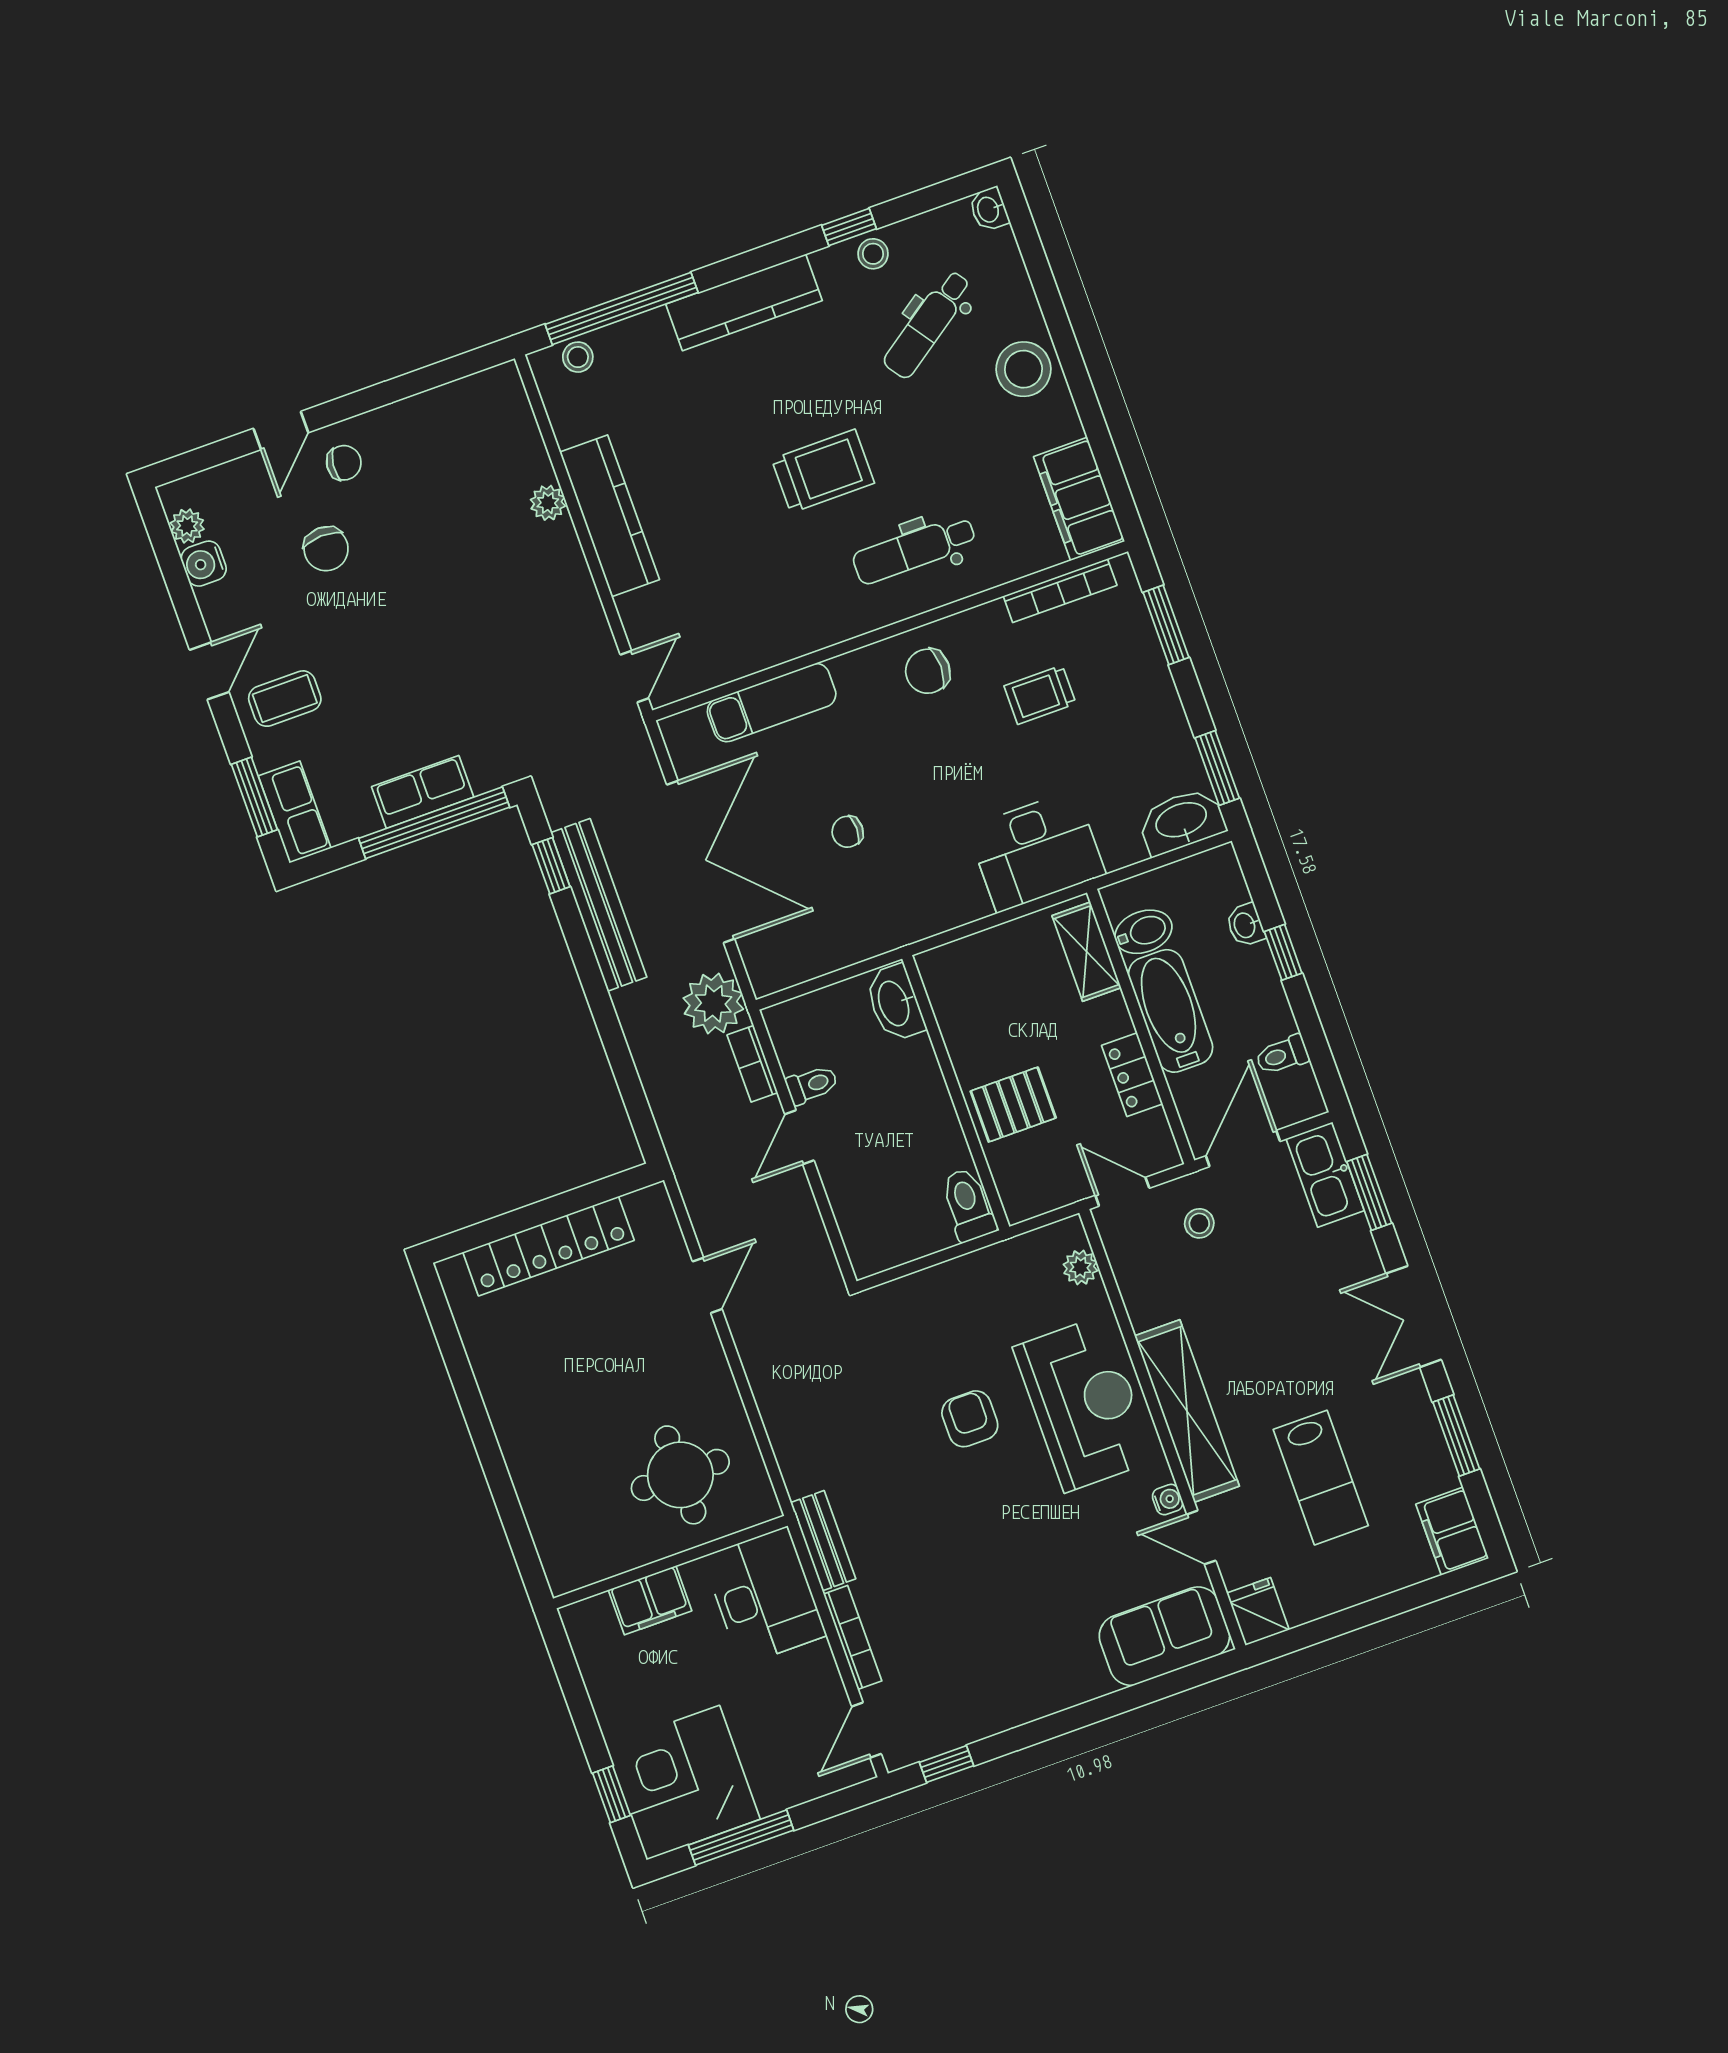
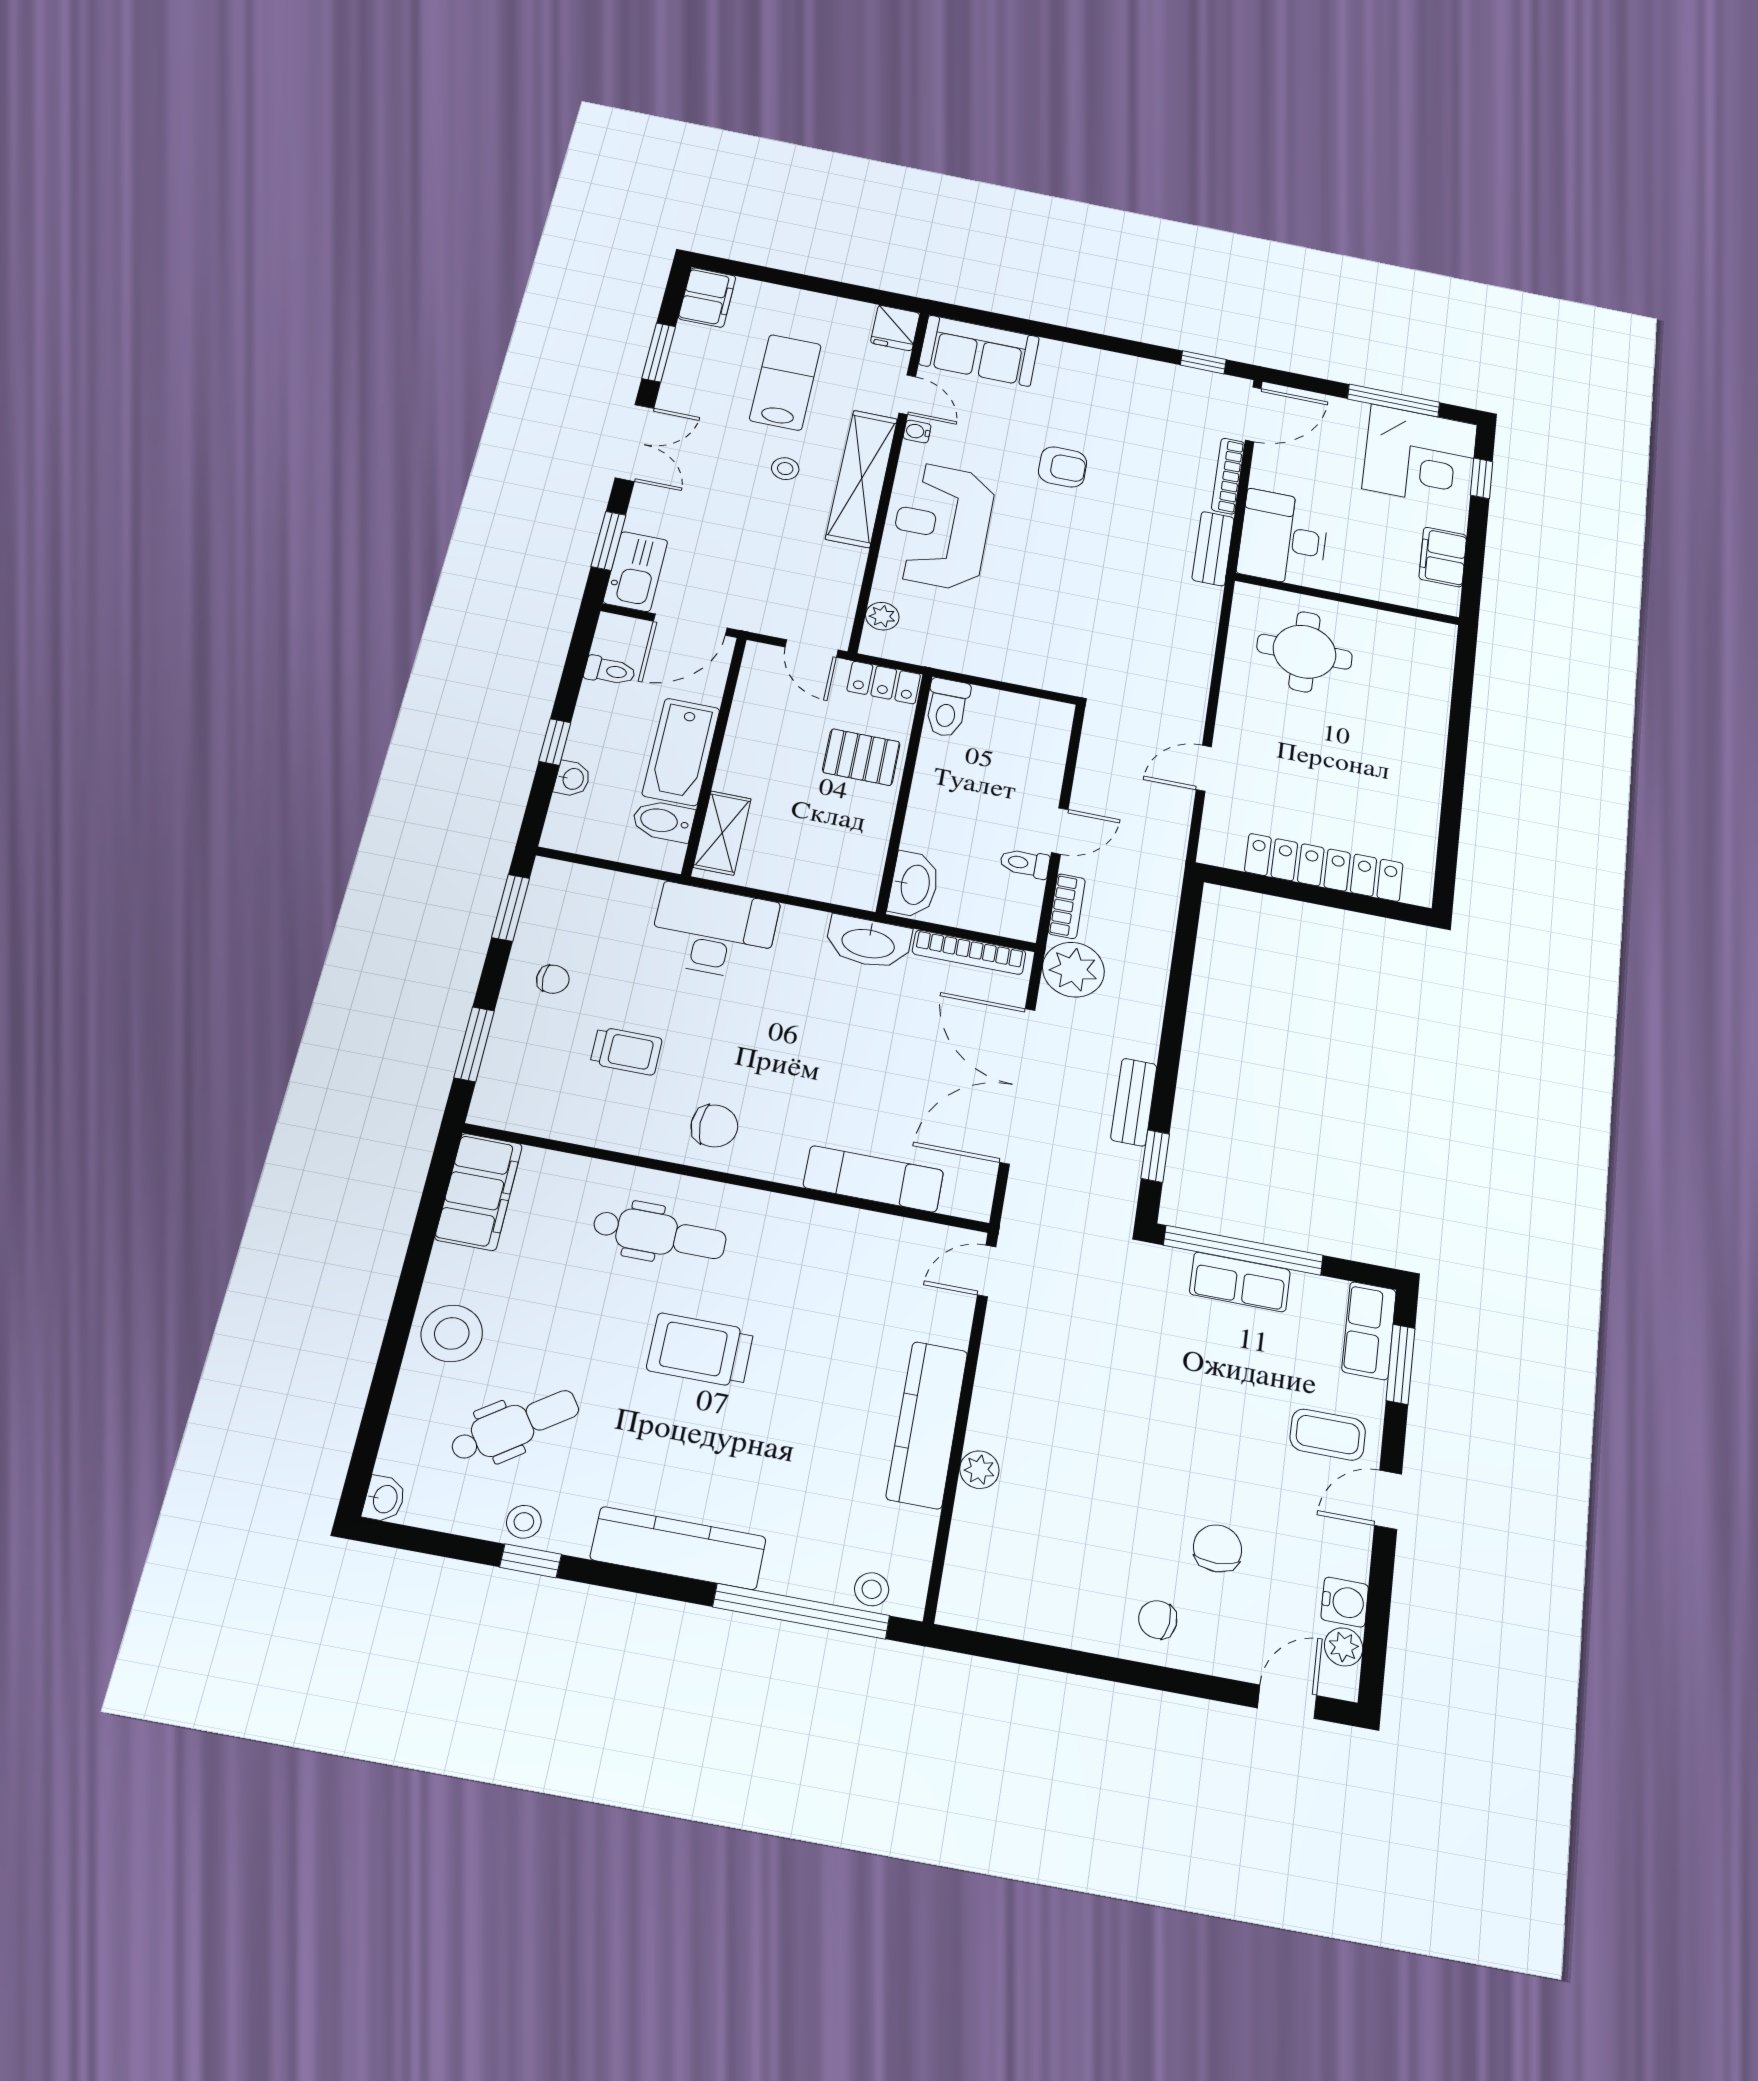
door: (281, 430) -> (1287, 1702), moved
bookcase: (1060, 591) -> (969, 952), moved, turned 180
washbasin: (1182, 821) -> (868, 942), moved
chair: (848, 832) -> (553, 979), moved
bench: (599, 905) -> (1134, 1102), width x0.54, depth x0.82
locker: (1132, 1075) -> (884, 683), moved, turned 90
stool: (1199, 1223) -> (785, 469), moved
armchair: (970, 1419) -> (1063, 467), moved, turned -90
filing cabinet: (650, 1600) -> (1443, 557), moved, turned -90
door: (866, 1730) -> (1253, 414), width x1.38

